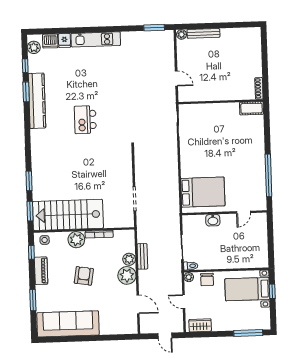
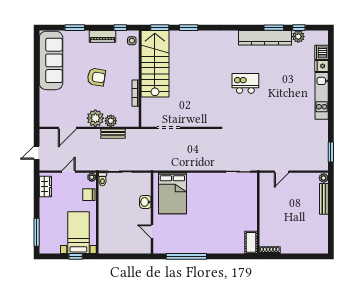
plant: (34, 47) -> (298, 37), moved
plant: (76, 240) -> (131, 71), removed

